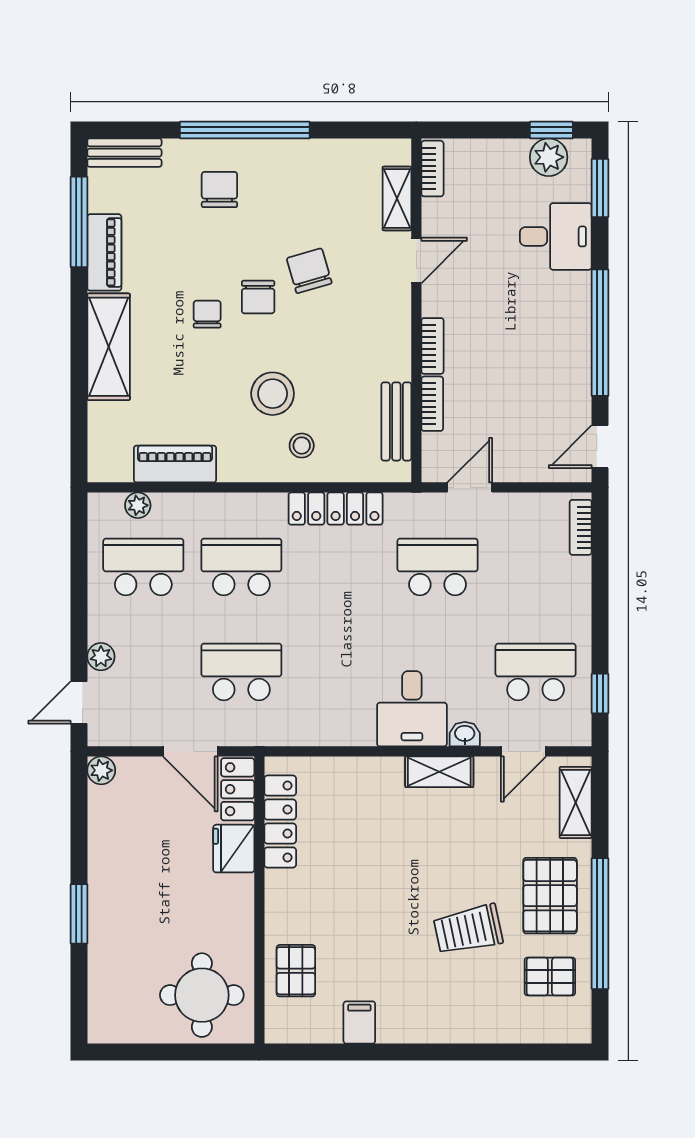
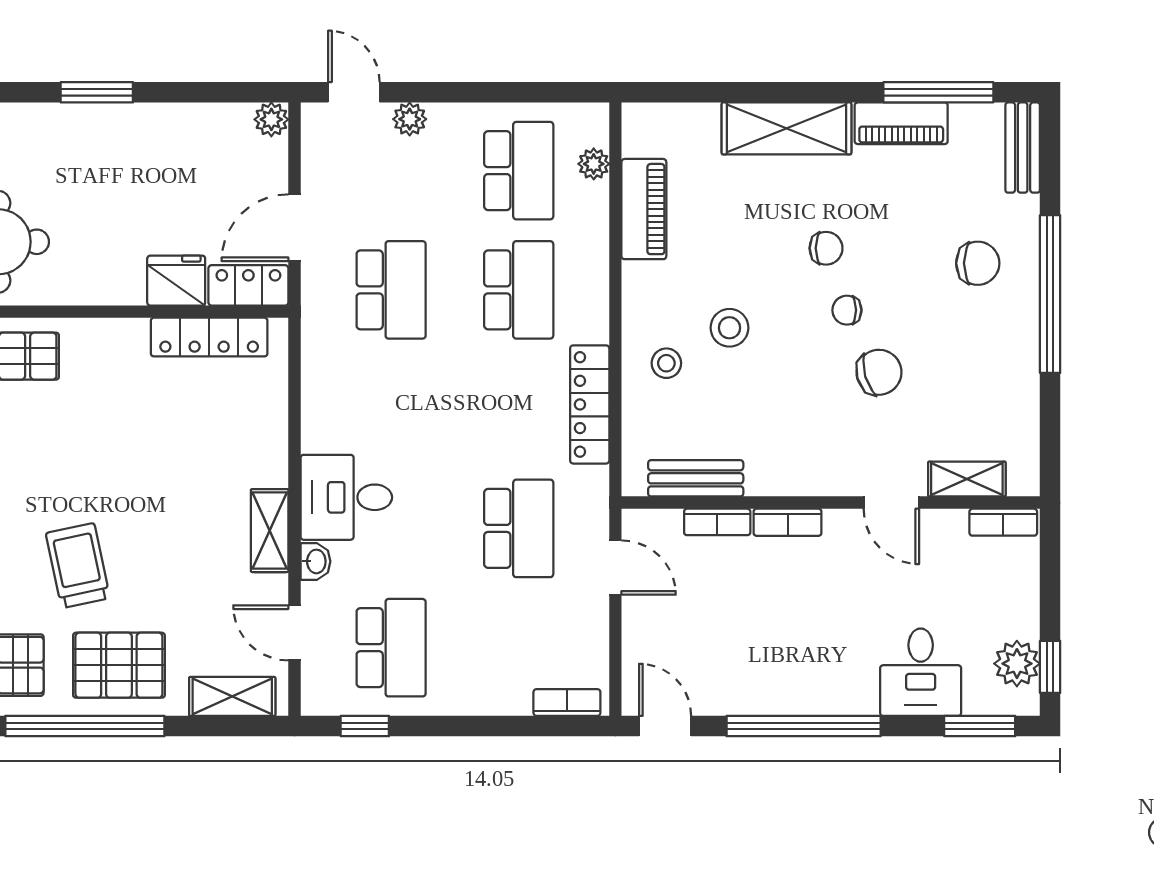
chair: (258, 297) -> (847, 310), width x0.73, depth x0.73
stool: (273, 394) -> (729, 328), width x0.73, depth x0.73

